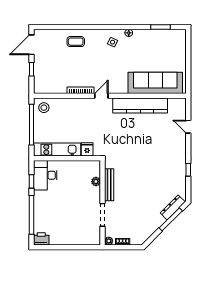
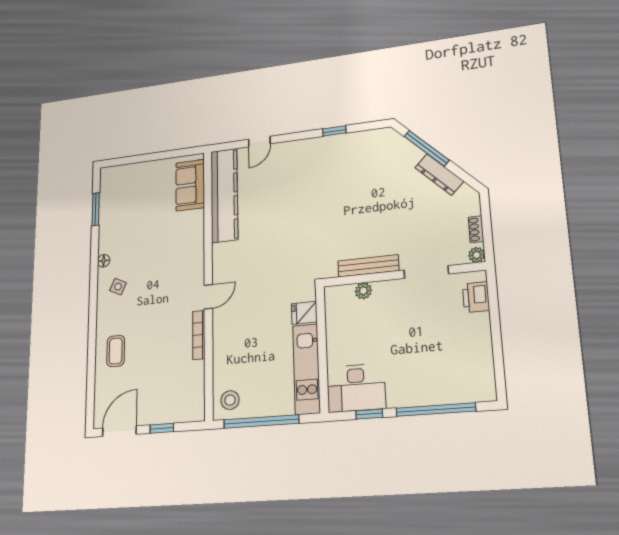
door: (32, 45) -> (119, 431), swing flipped
sofa: (155, 83) -> (190, 185), width x0.54, depth x0.79
door: (101, 96) -> (208, 297), swing flipped
kitchen counter: (140, 106) -> (224, 195), moved
dresser: (173, 207) -> (439, 174), moved
printer: (41, 239) -> (476, 297), moved

